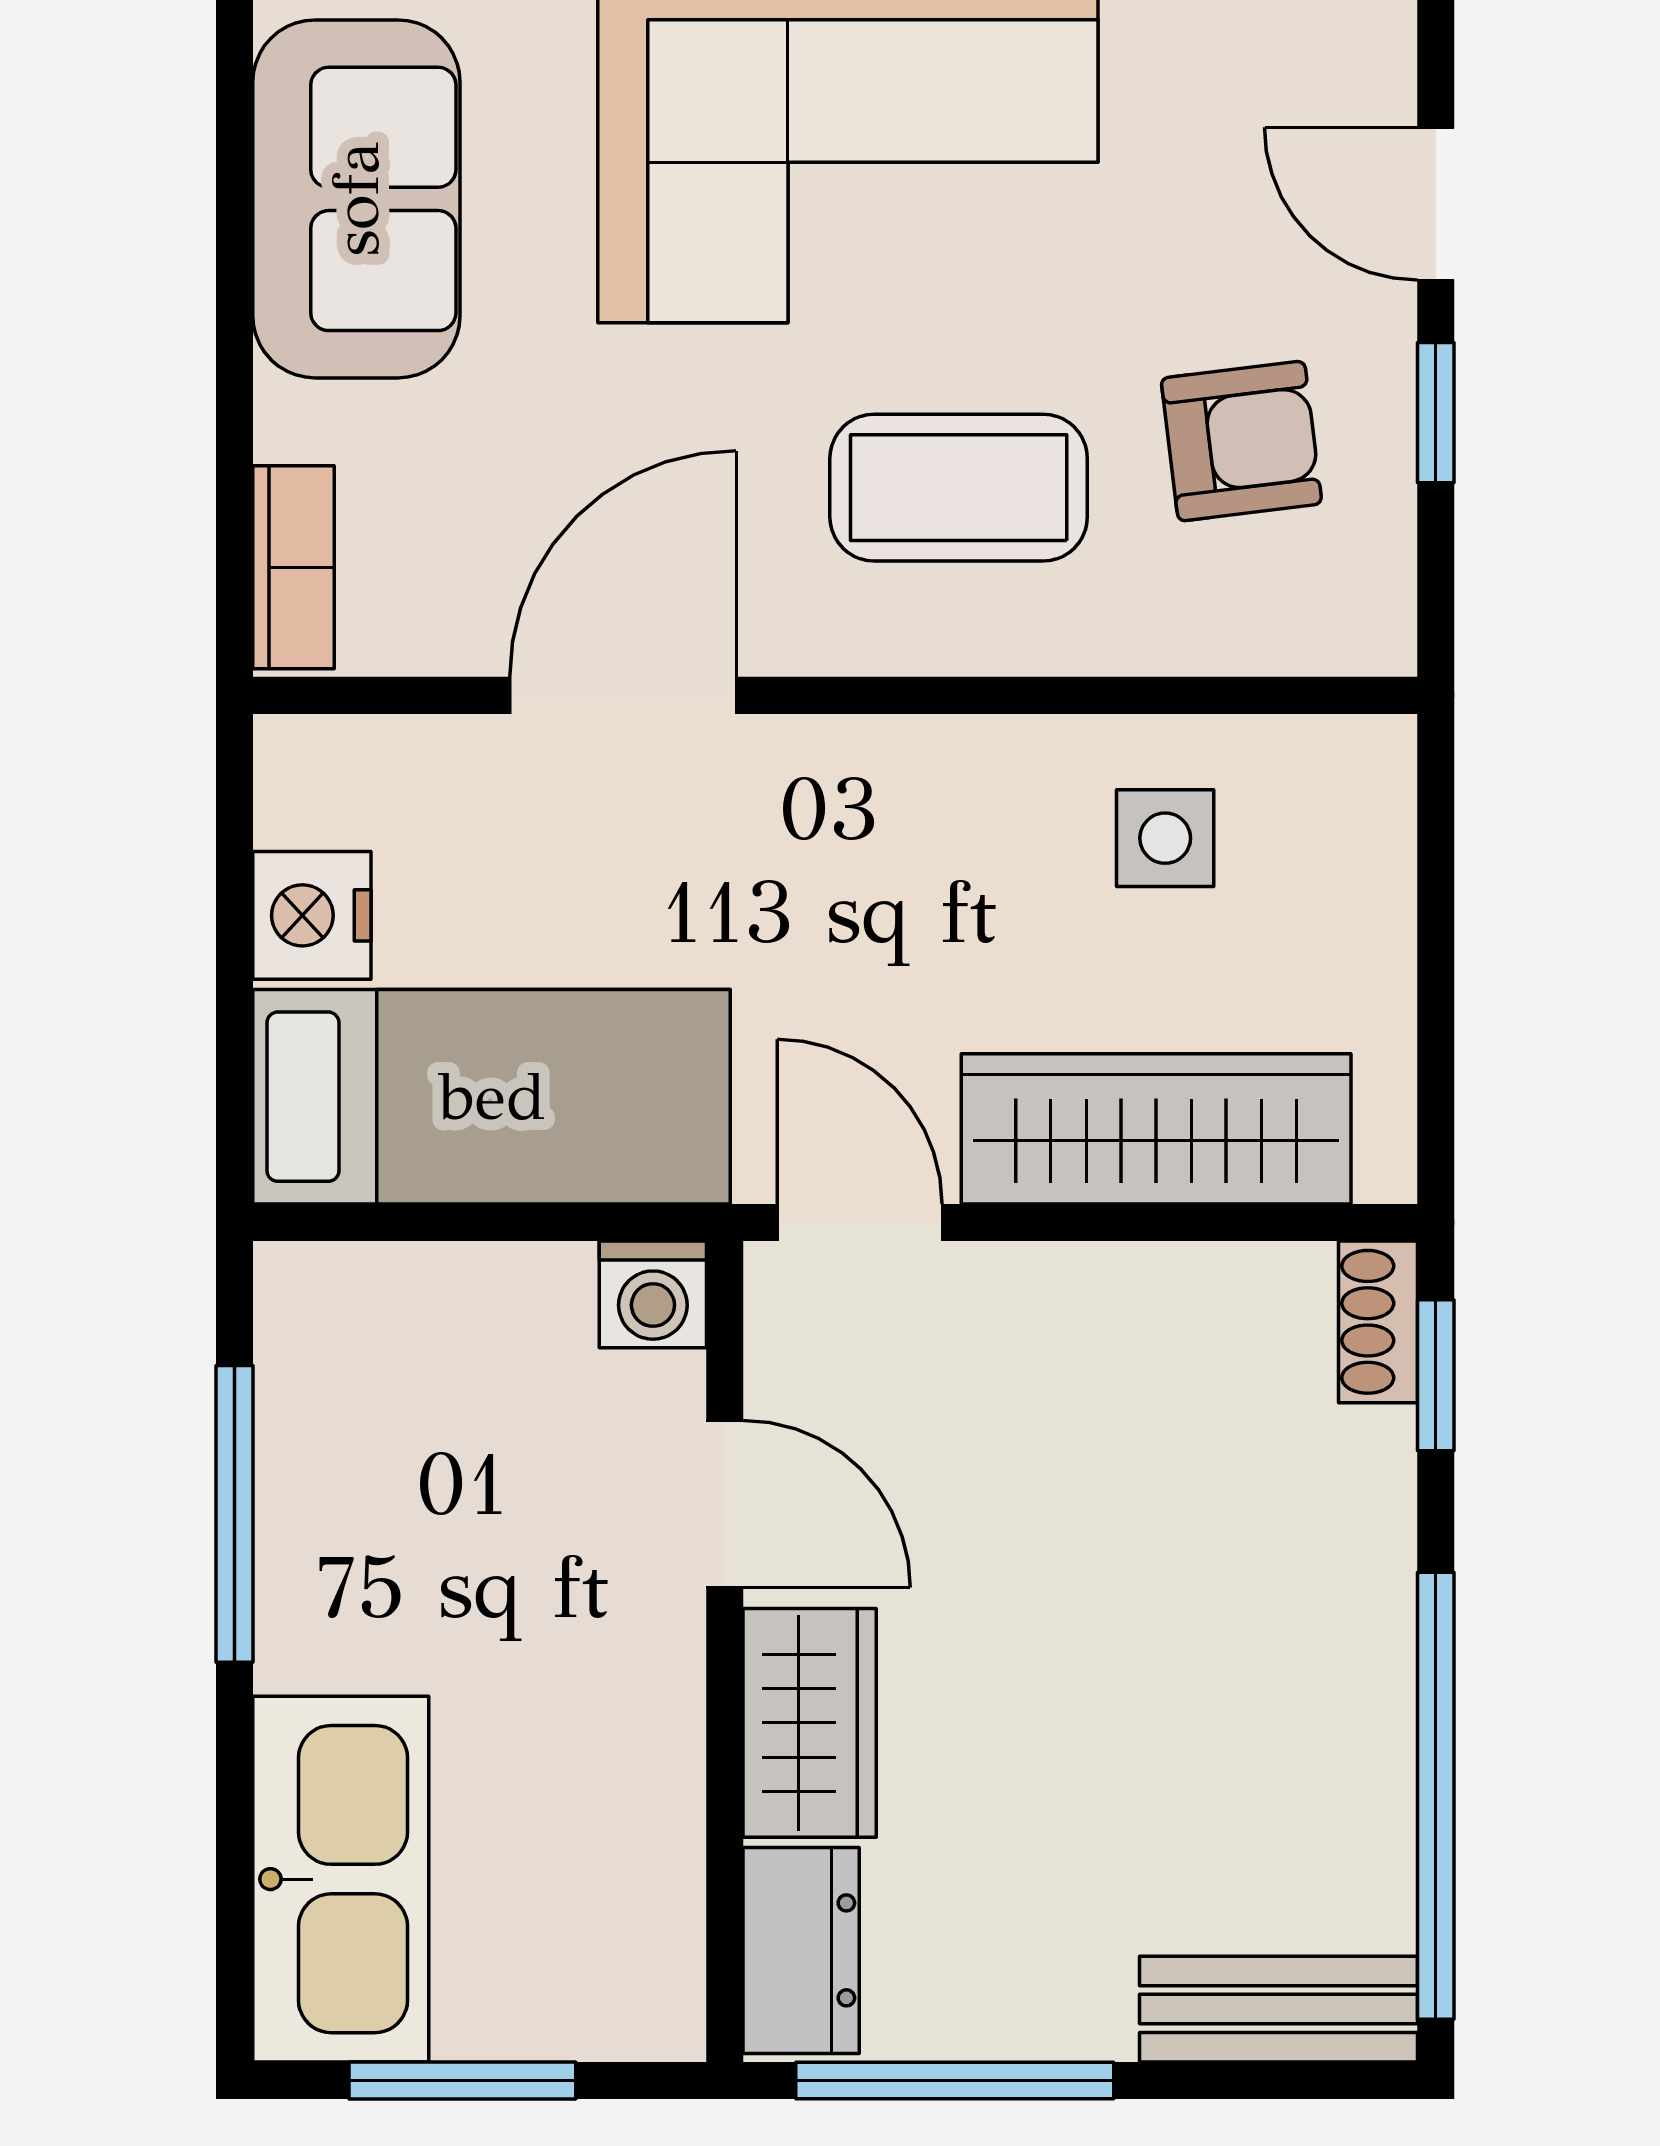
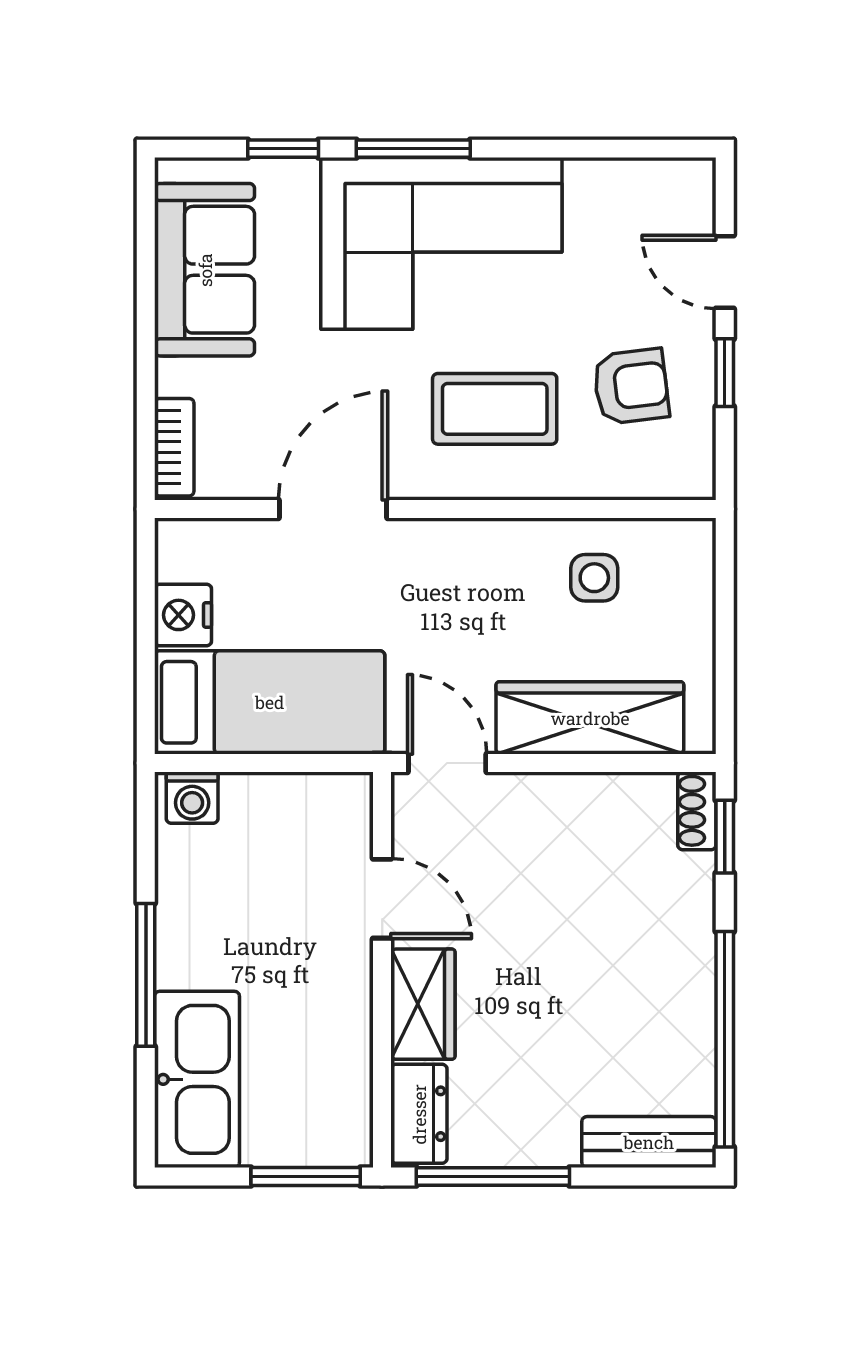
washing machine: (653, 1294) -> (192, 798), moved
window: (234, 1514) -> (146, 975), moved
window: (462, 2080) -> (306, 1176), moved

